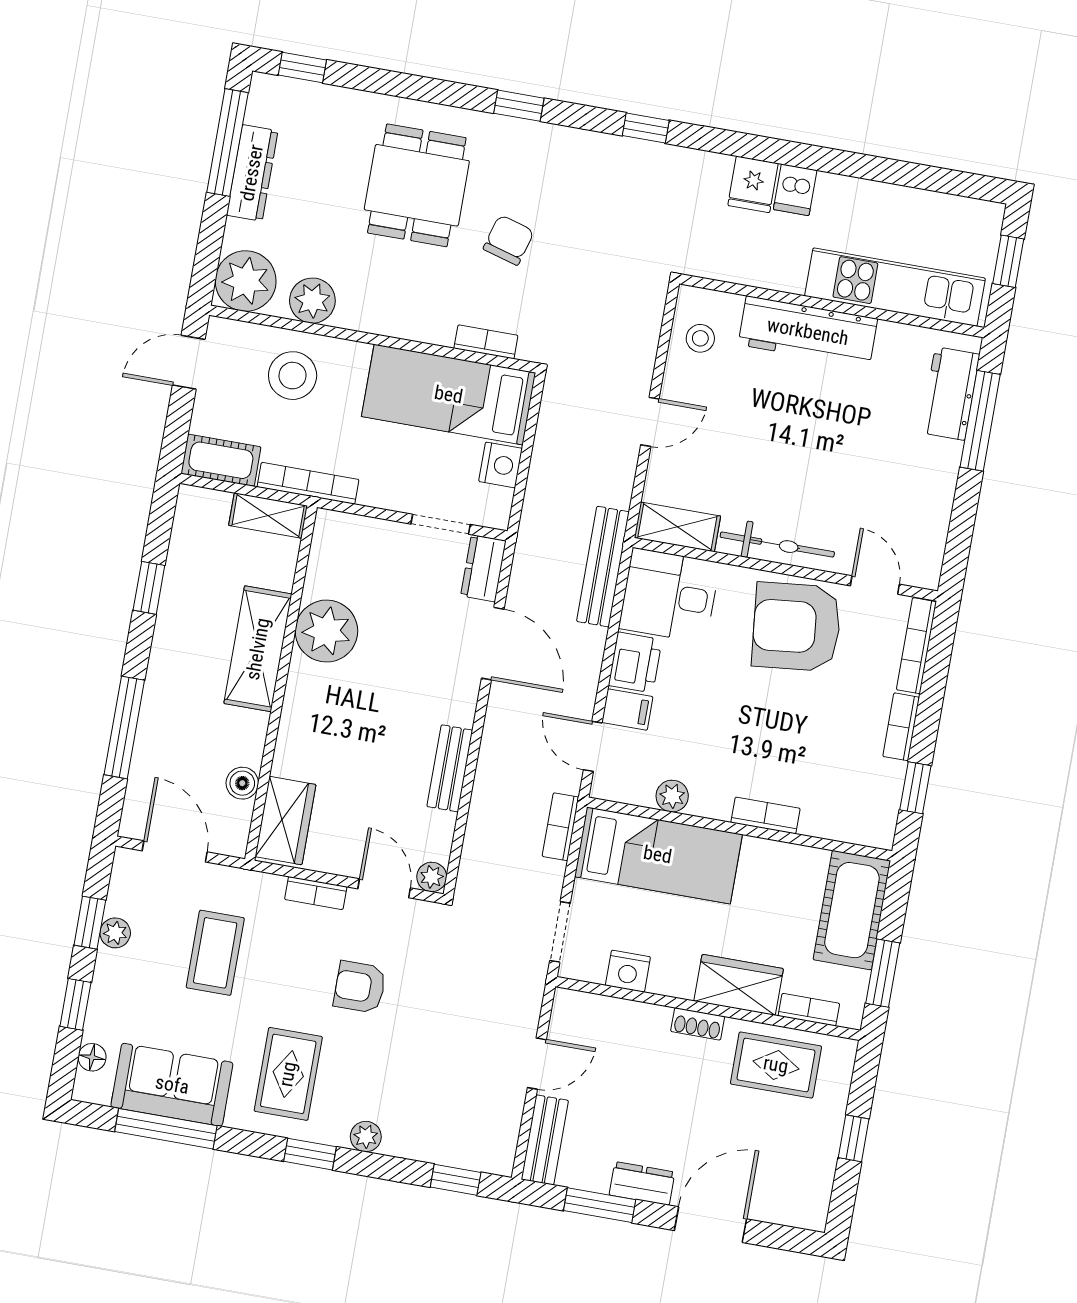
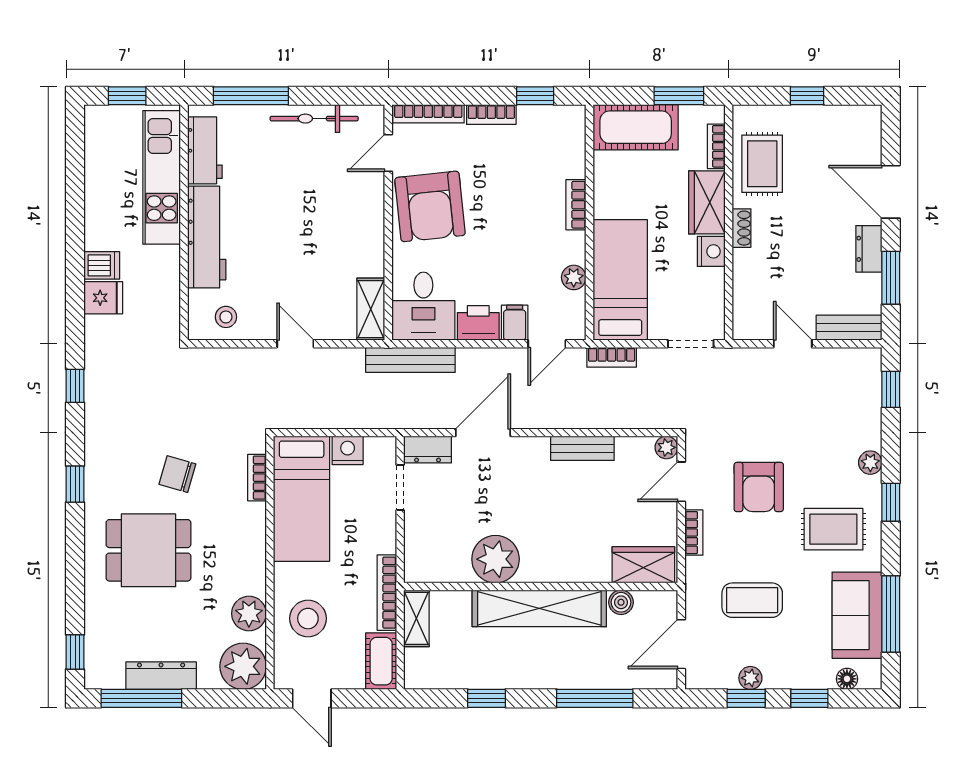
workbench: (950, 393) -> (205, 150), moved, turned -90
bicycle: (777, 545) -> (314, 119), moved, turned -90
shelving: (258, 649) -> (539, 608), width x1.47
nightstand: (628, 971) -> (711, 251), moved
armchair: (360, 987) -> (759, 487), width x1.38, depth x1.38

